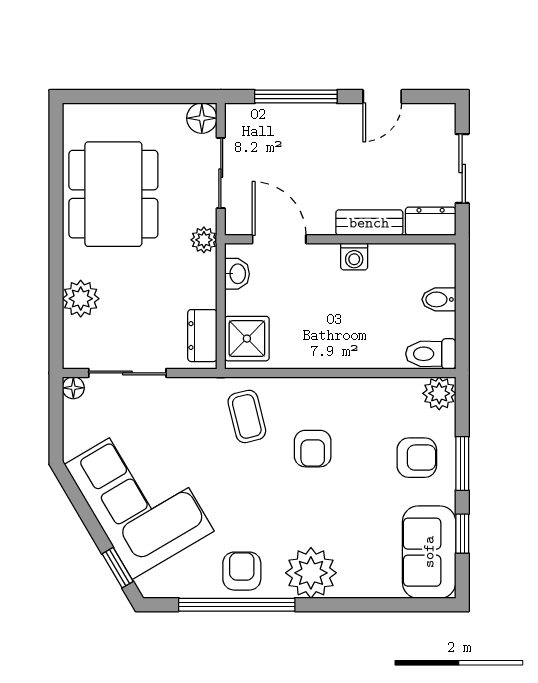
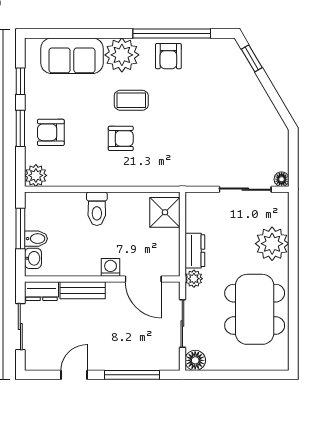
washing machine: (354, 257) -> (111, 267), moved
washbasin: (237, 274) -> (33, 258), moved, turned 180
plant: (81, 299) -> (272, 244), width x1.36, depth x1.36
window: (462, 315) -> (20, 228), added
dresser: (202, 336) -> (195, 251), moved
toilet: (431, 354) -> (97, 209), moved, turned 90
coffee table: (247, 416) -> (131, 100), moved, turned -76
armchair: (313, 449) -> (121, 138), turned 90
corner sofa: (139, 498) -> (237, 105), removed
sofa: (429, 552) -> (72, 56), moved, turned 90

